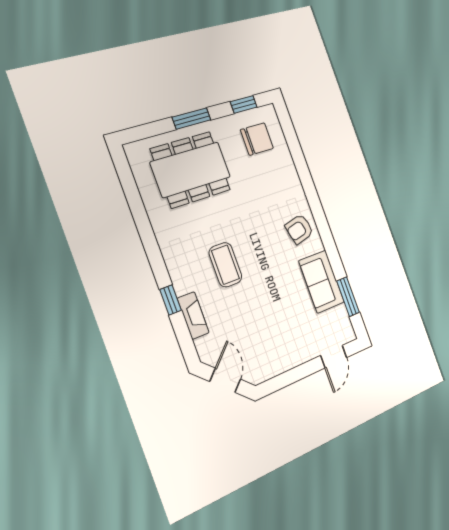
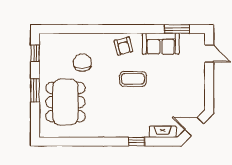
chair: (257, 139) -> (82, 63), moved
coffee table: (225, 265) -> (133, 79), moved
fireplace: (193, 316) -> (163, 132), moved

